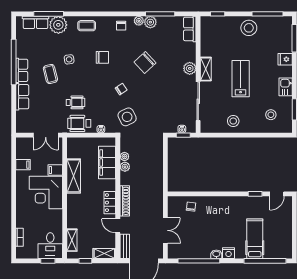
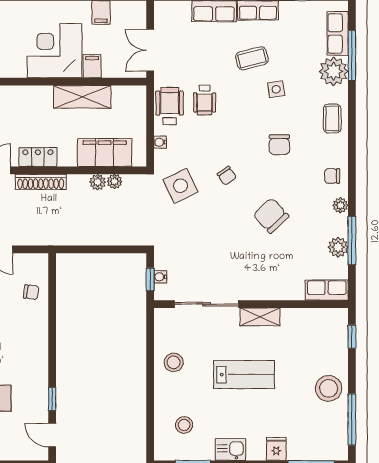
plant: (150, 22) -> (338, 247), moved
plant: (190, 68) -> (261, 290), removed

